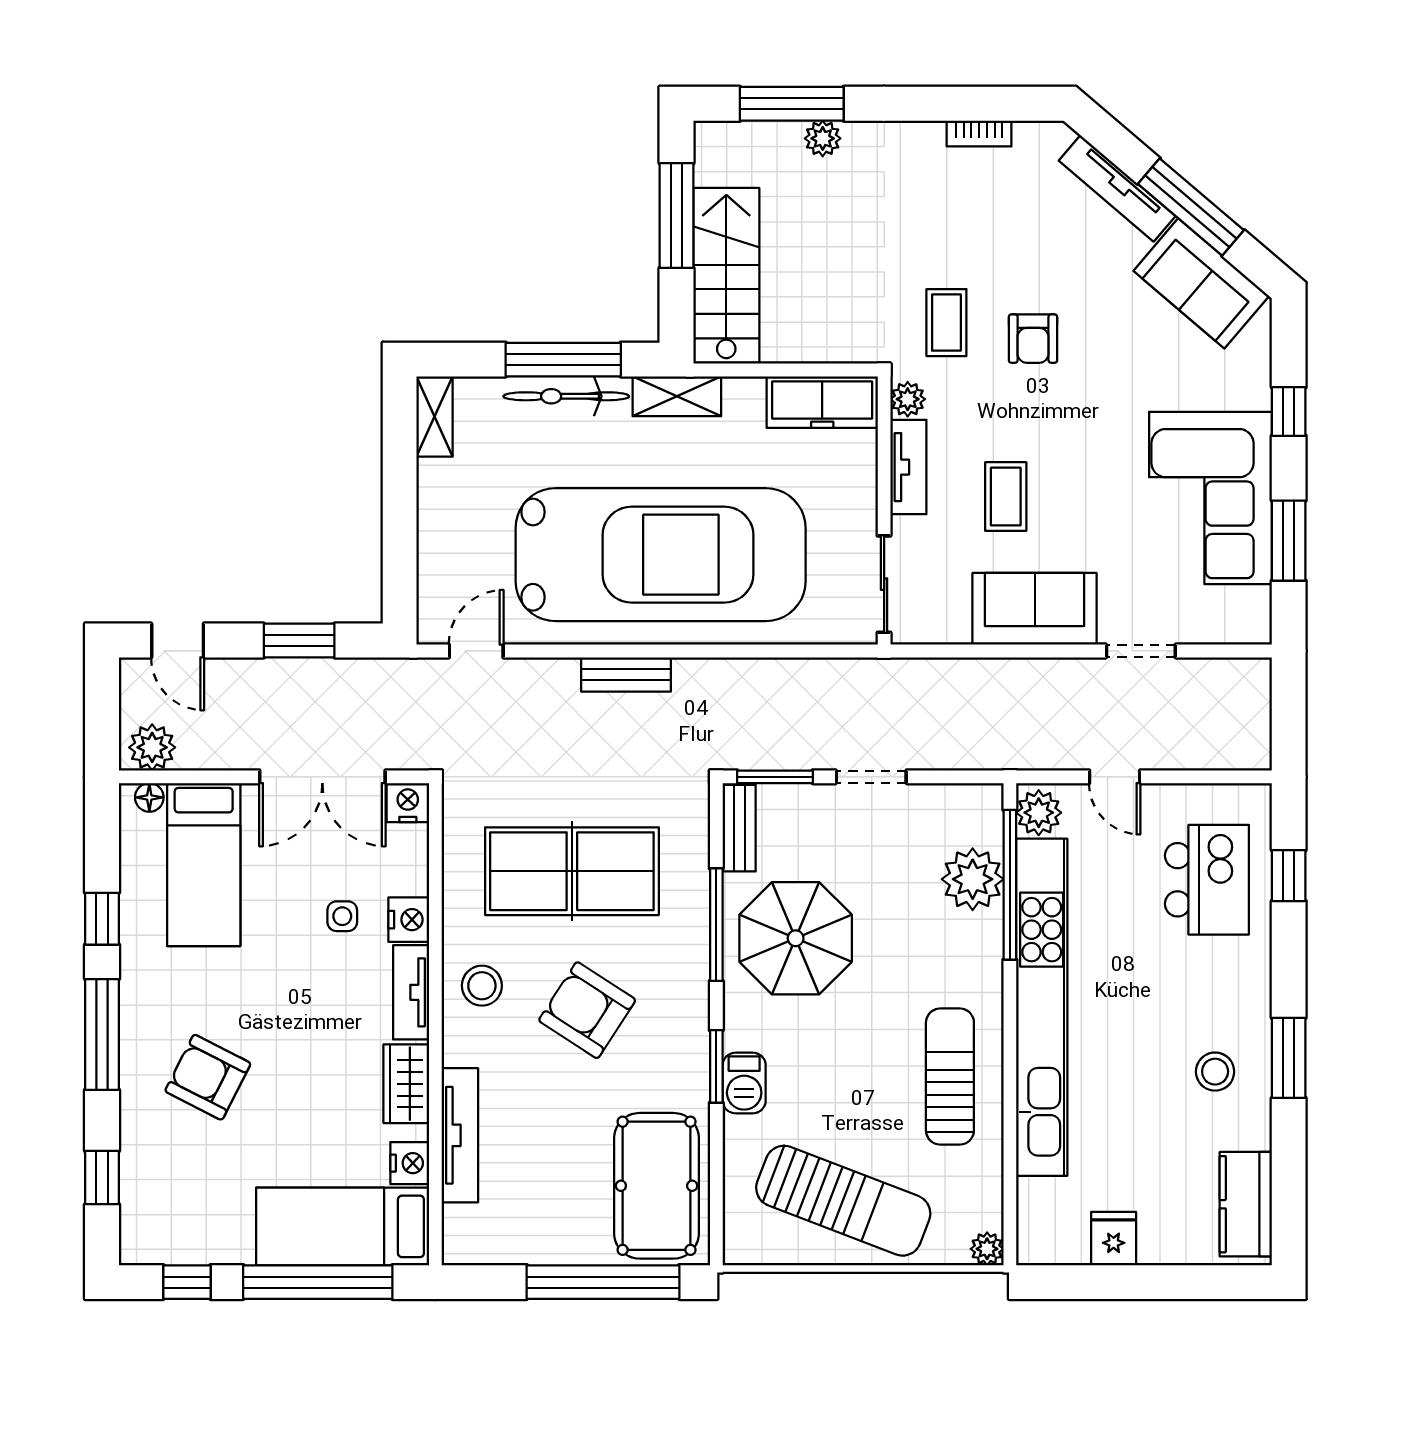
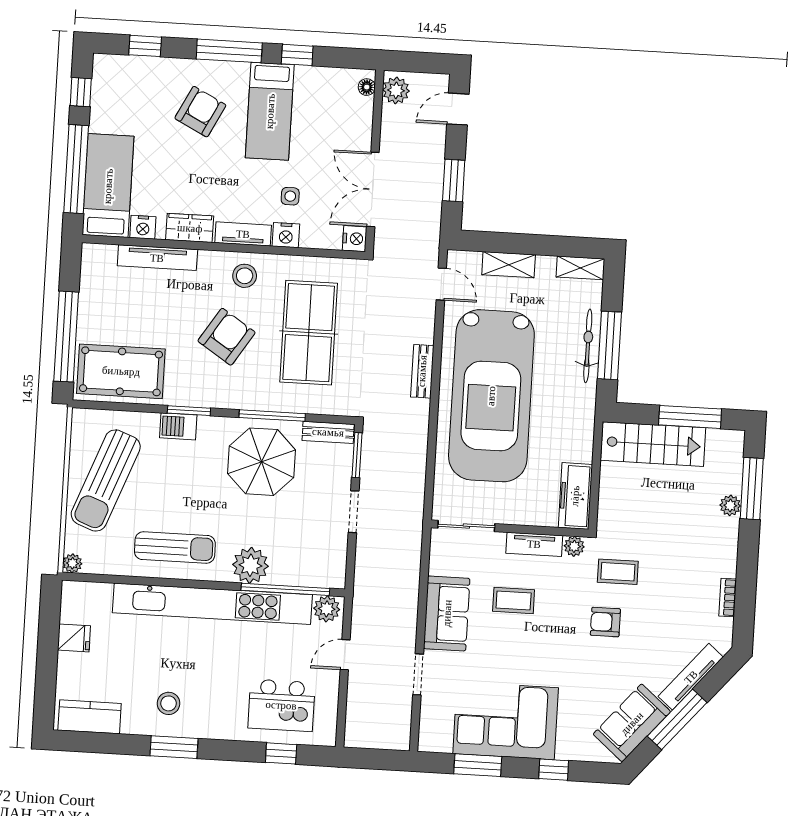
shelving: (677, 396) -> (509, 265), moved, turned 90
bed: (204, 865) -> (270, 111), moved, turned -90
plant: (973, 879) -> (250, 565), moved

